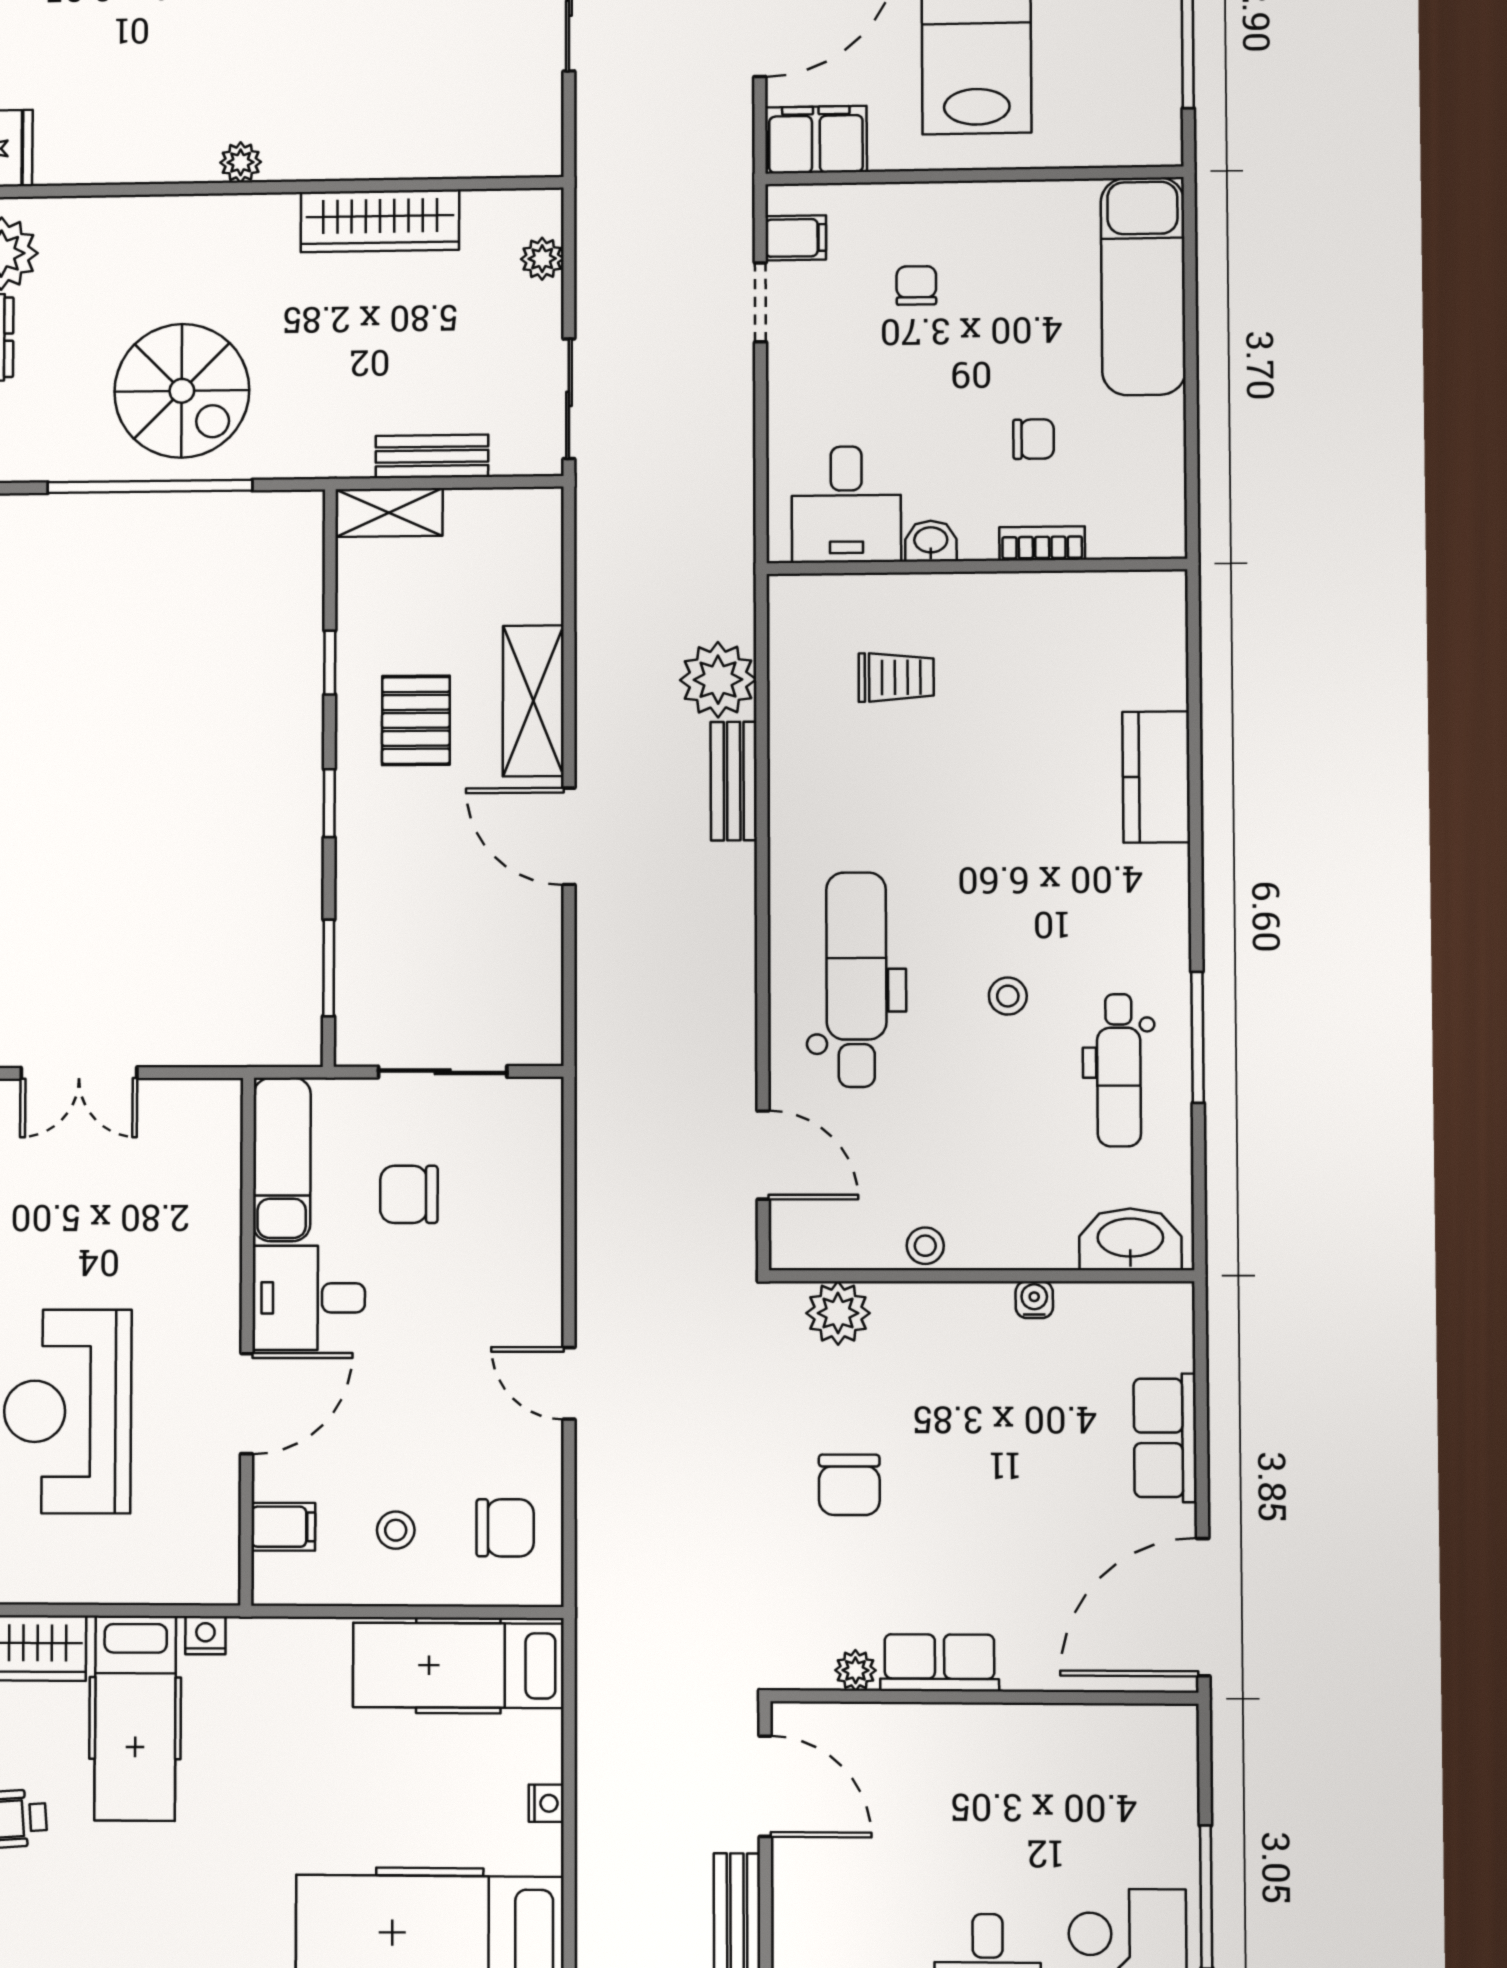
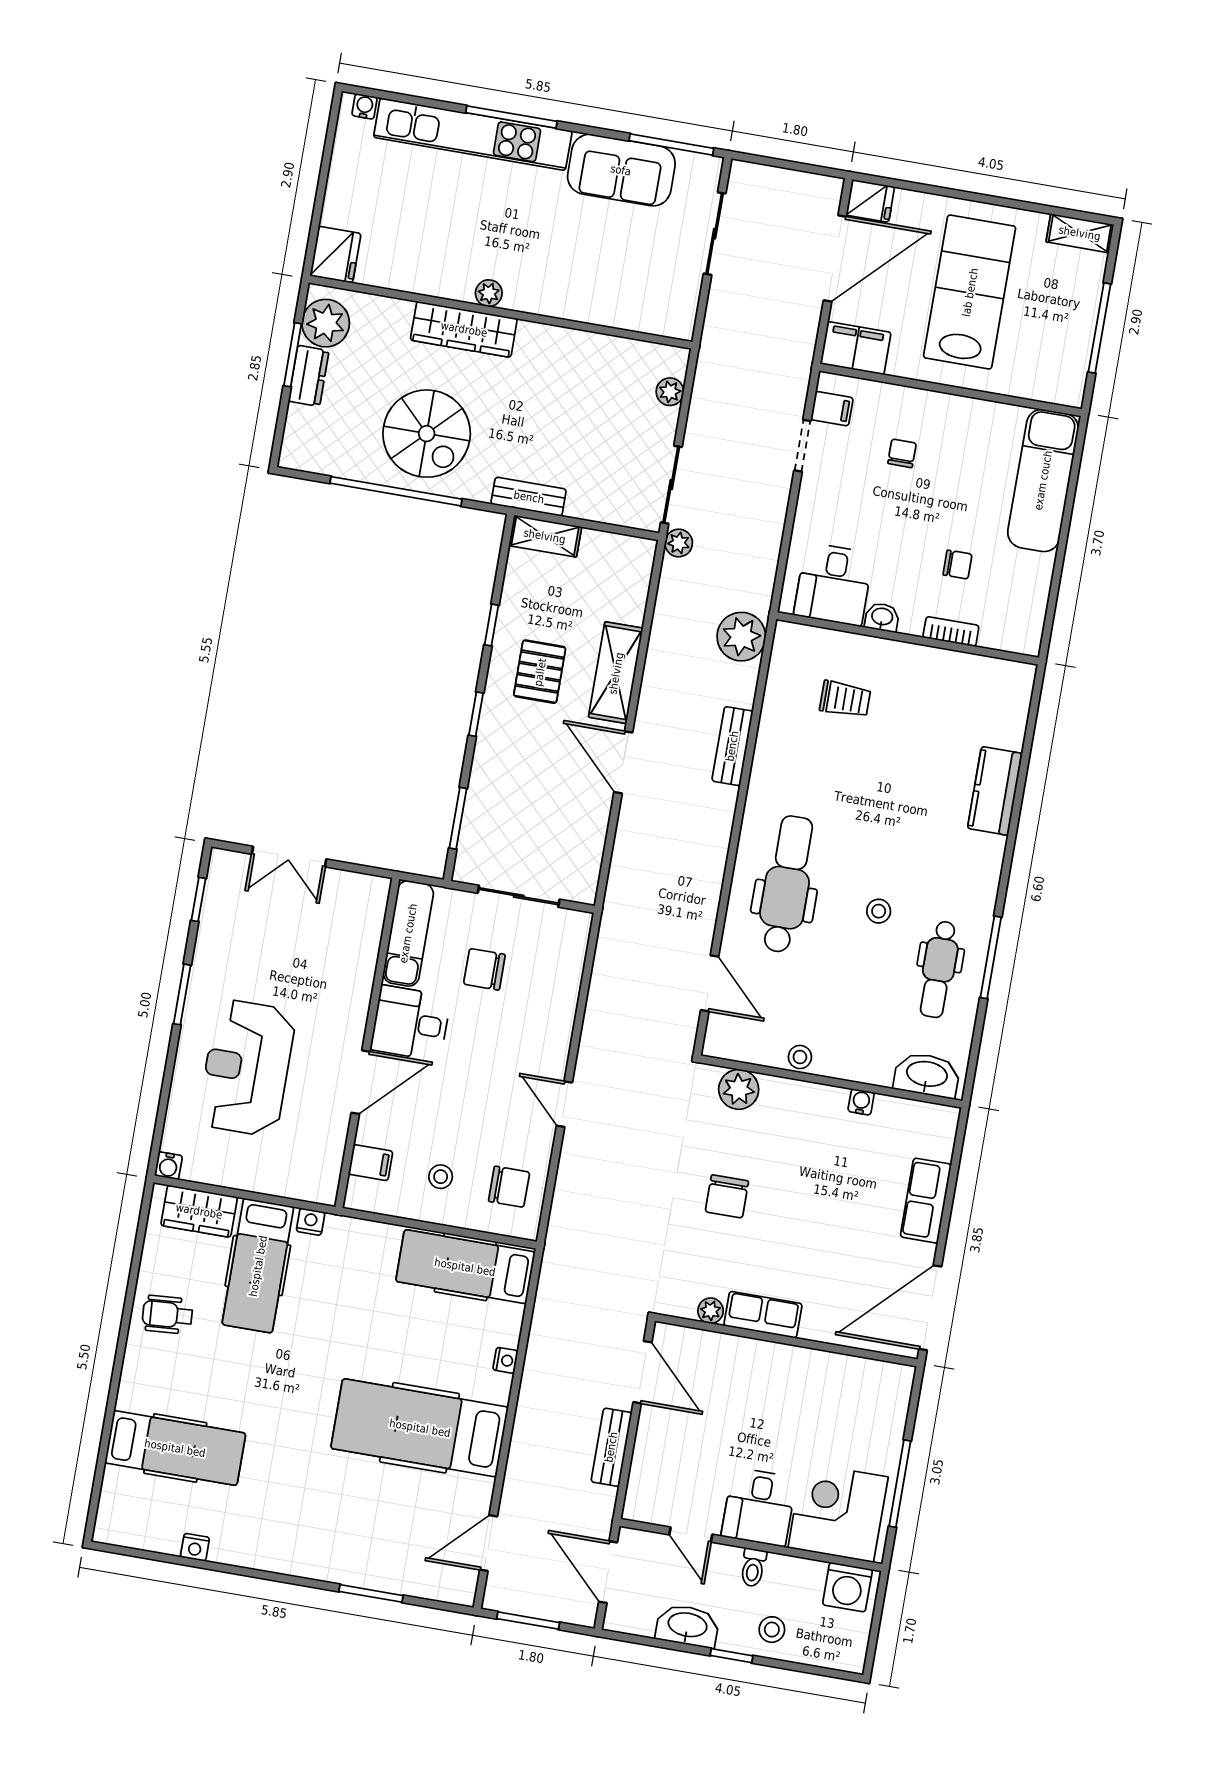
wardrobe: (380, 221) -> (464, 329), moved
bench: (432, 456) -> (529, 497), moved
plant: (596, 485) -> (679, 543), added
plant: (718, 680) -> (741, 637), moved

